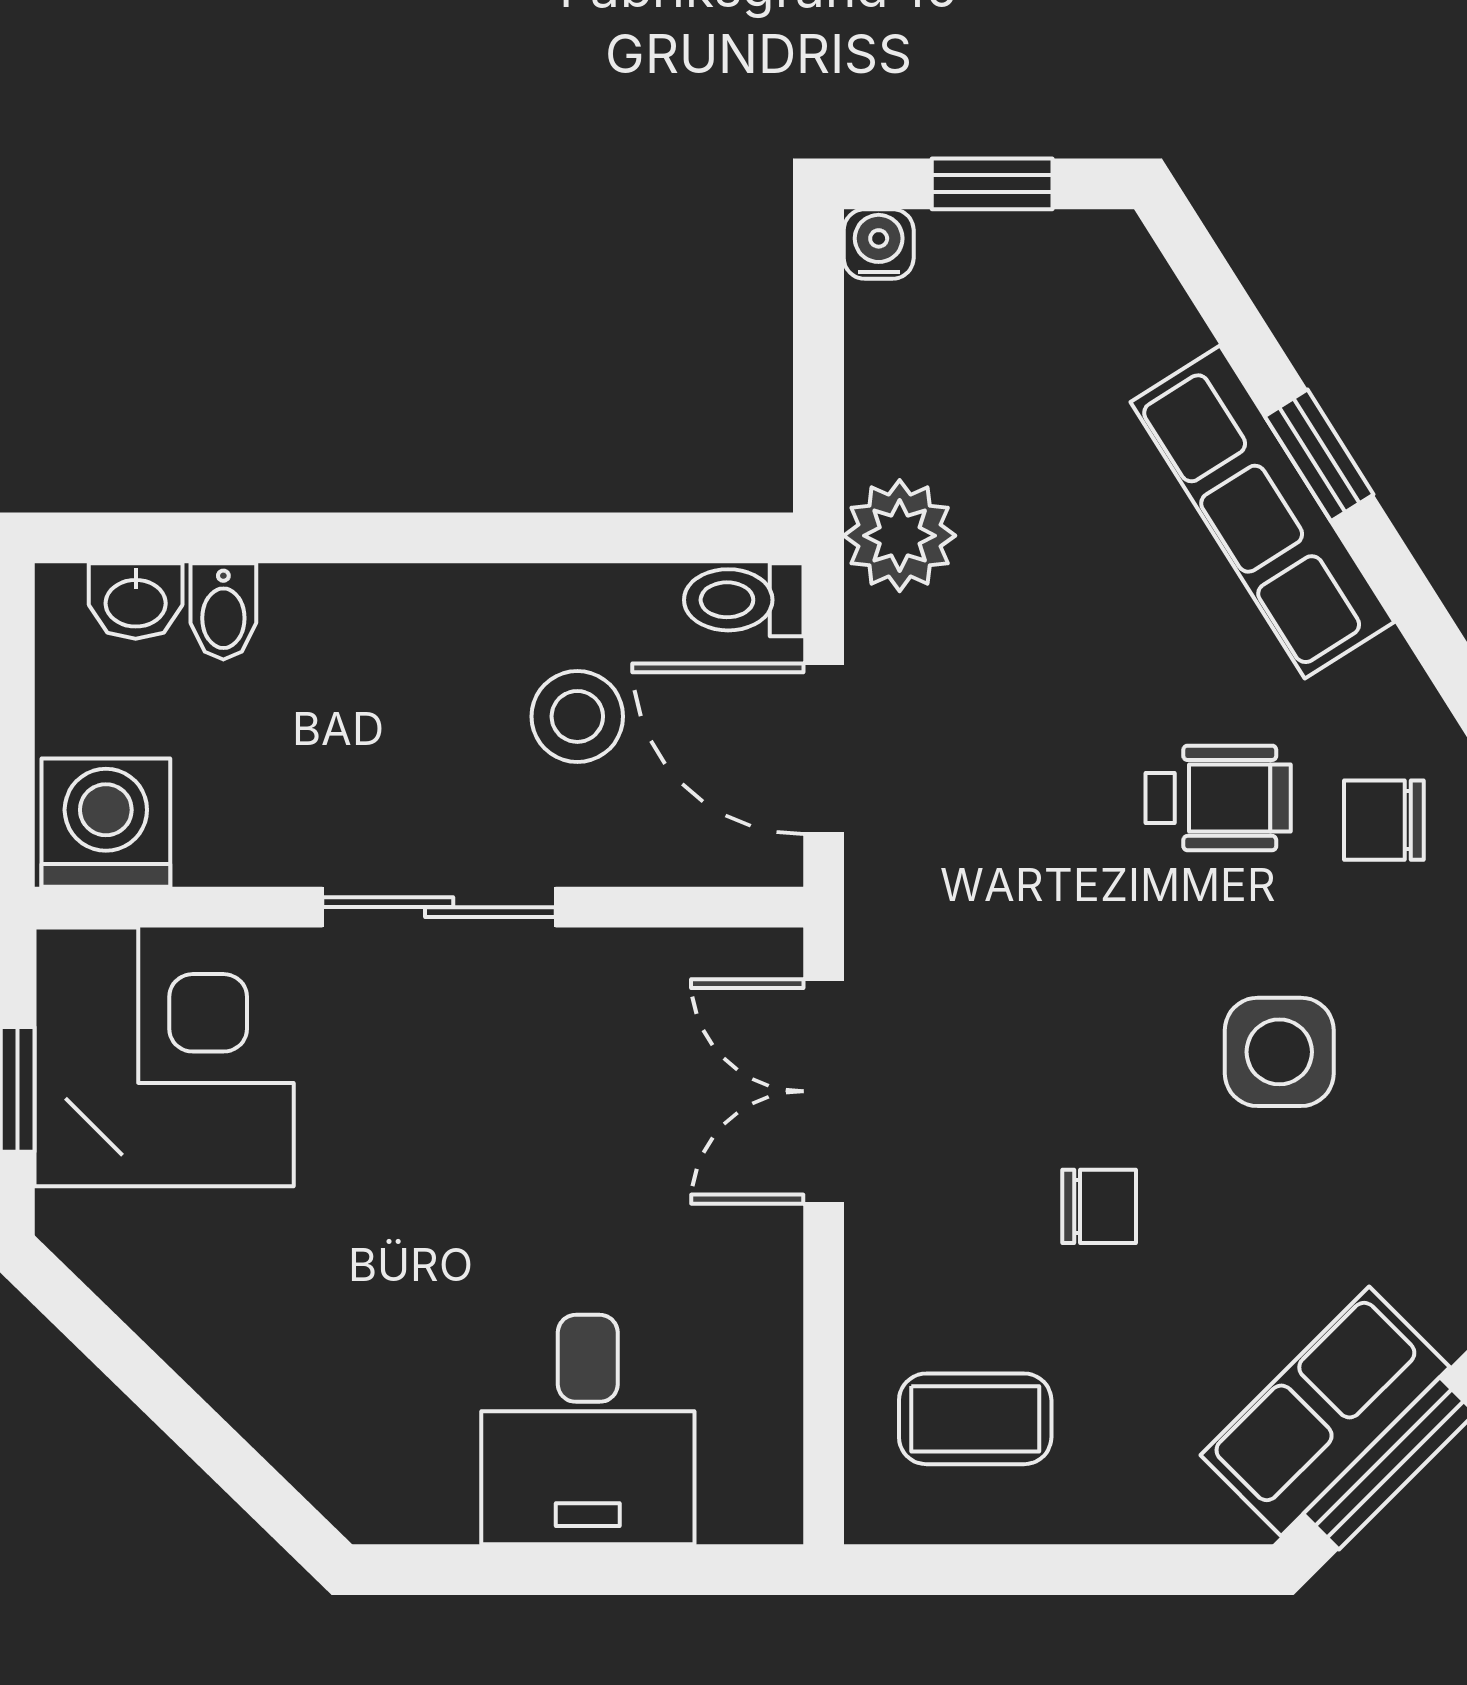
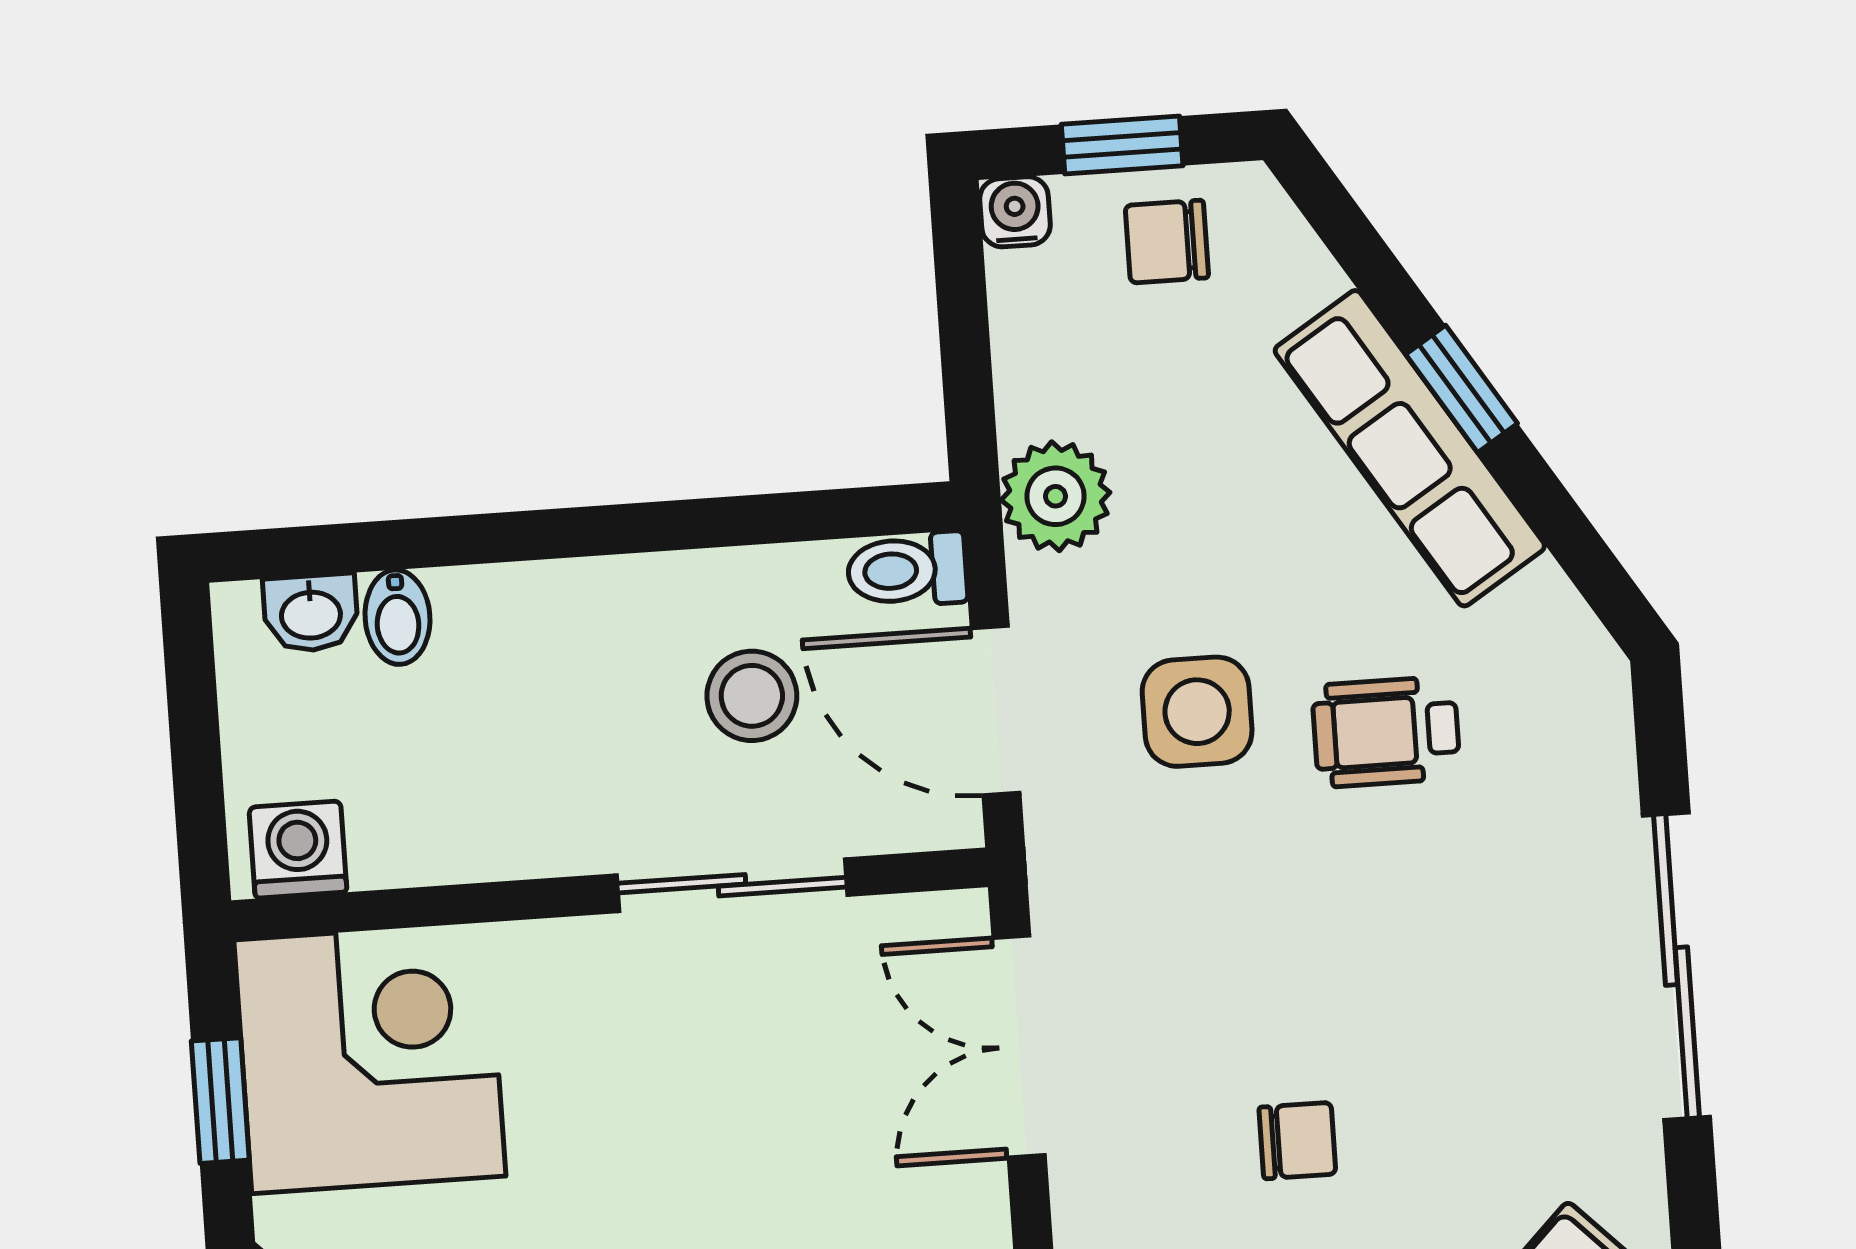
wheelchair: (1218, 798) -> (1386, 732), turned 180
chair: (1384, 820) -> (1167, 242), moved
washing machine: (106, 823) -> (298, 850), width x0.73, depth x0.73
sliding door: (439, 907) -> (732, 885), moved
side table: (1279, 1052) -> (1197, 712), moved

